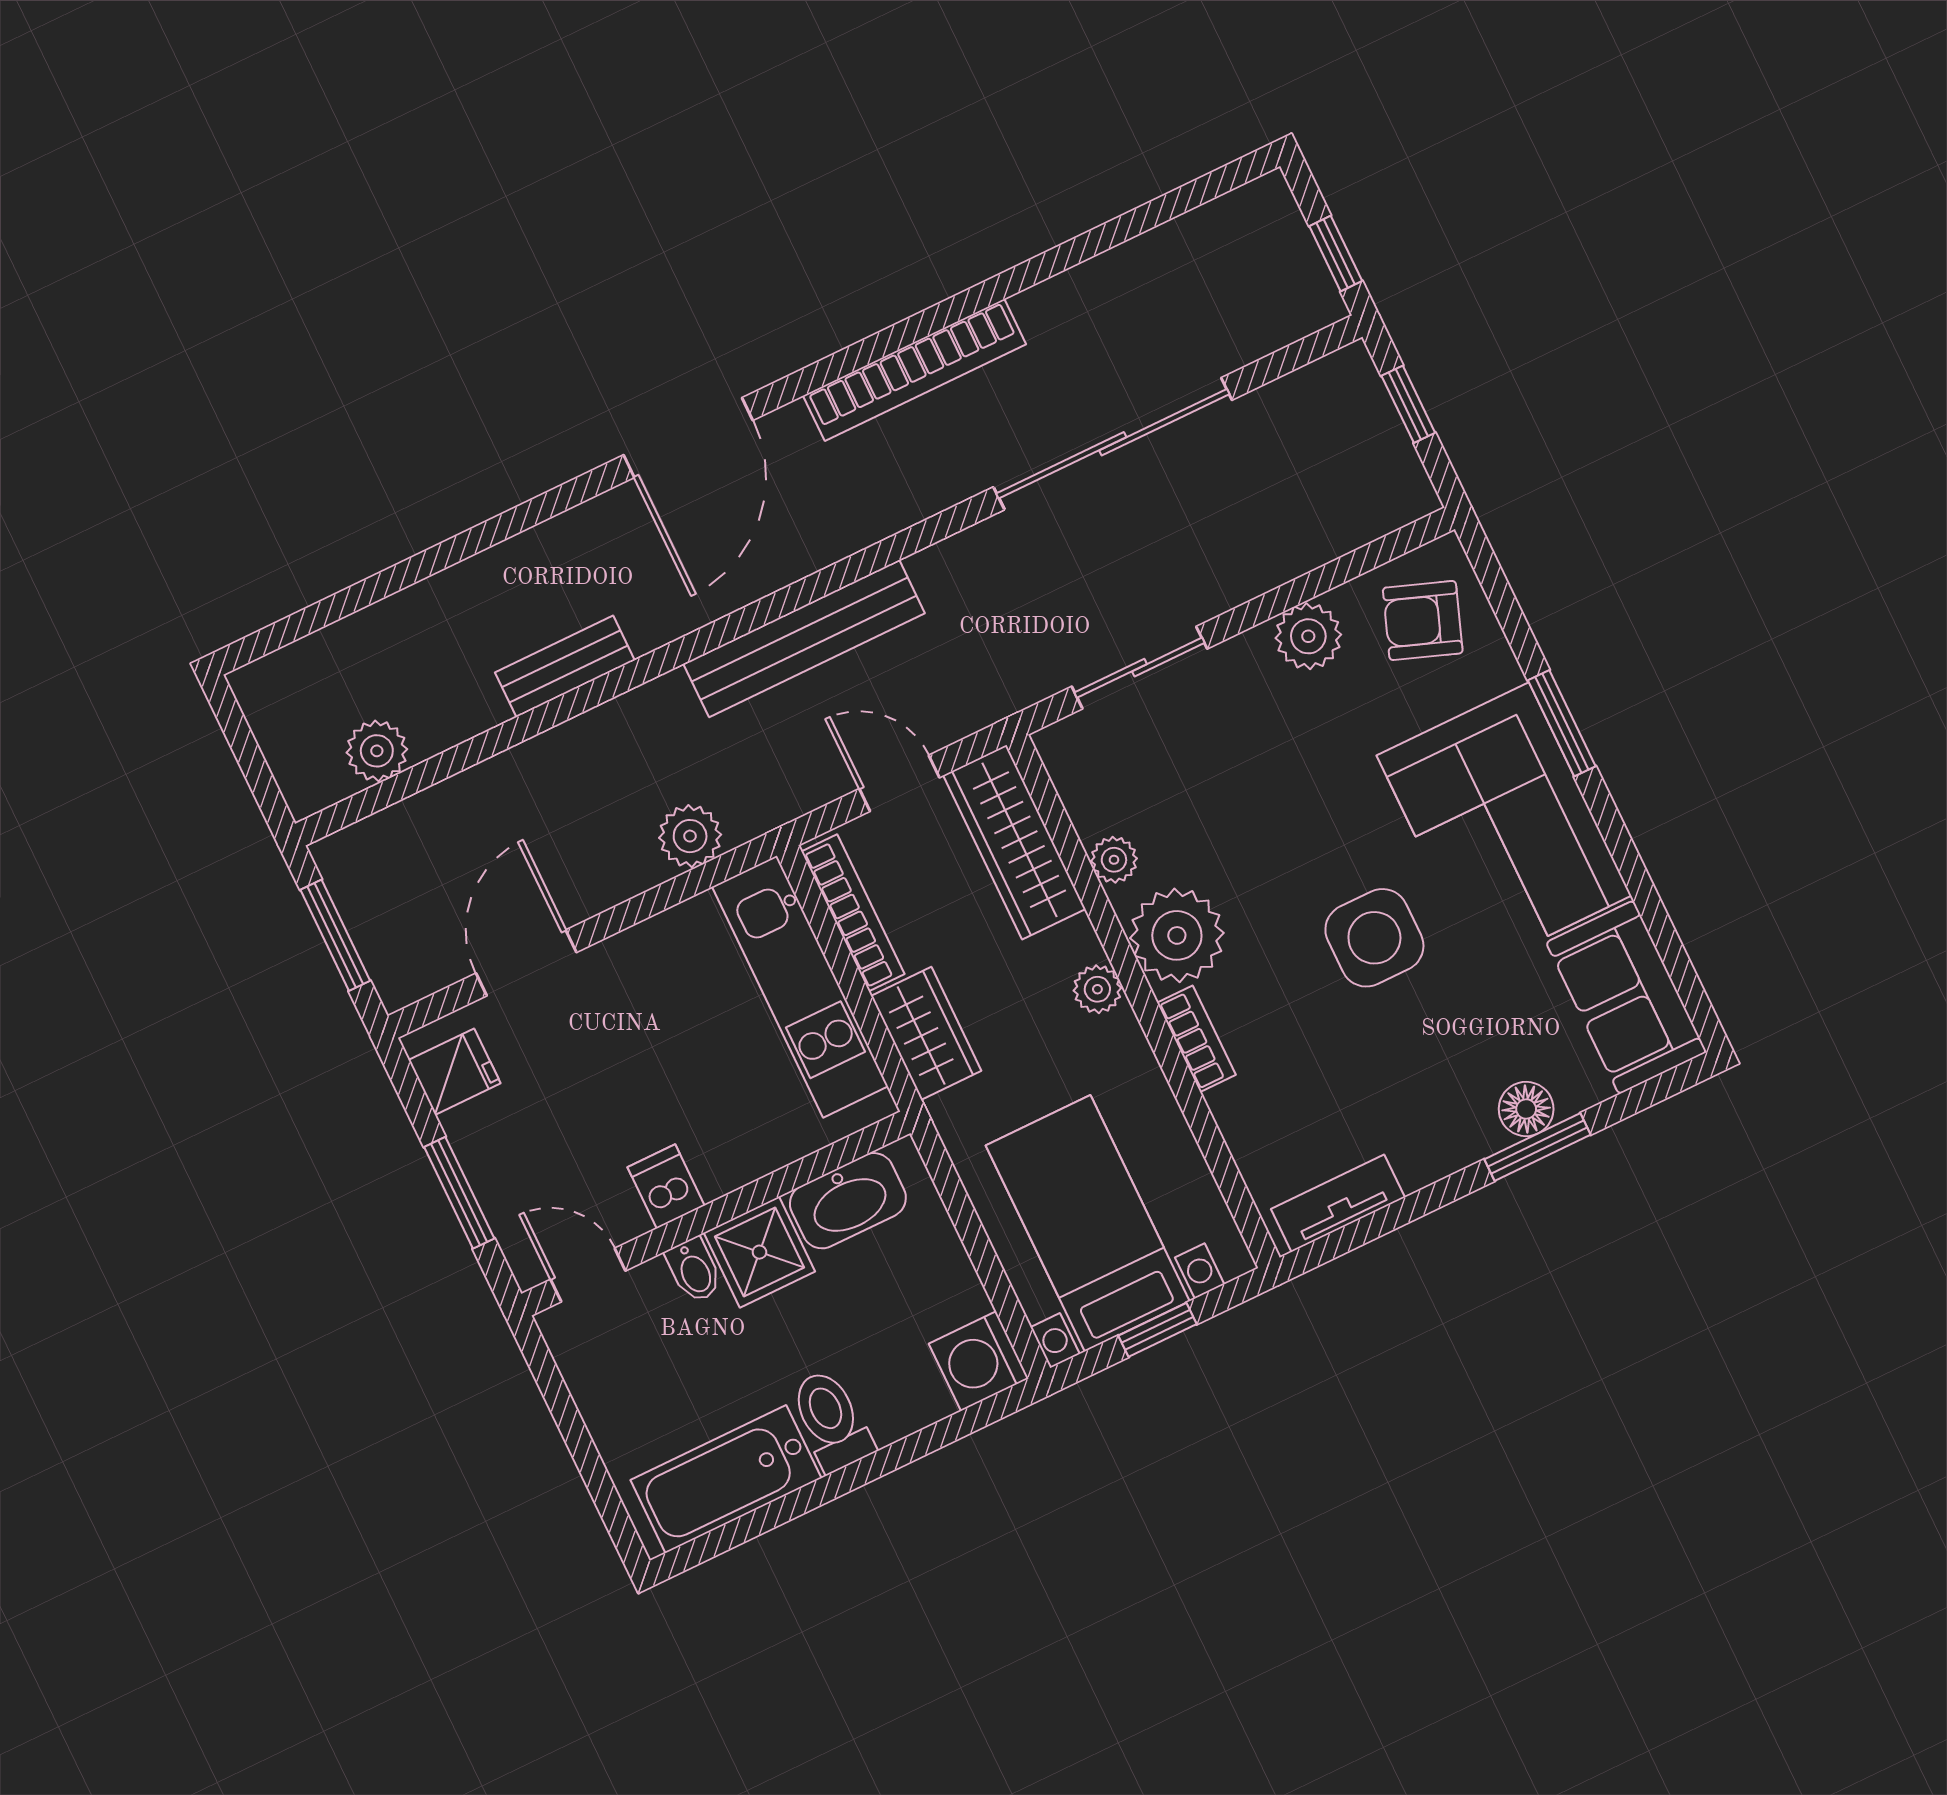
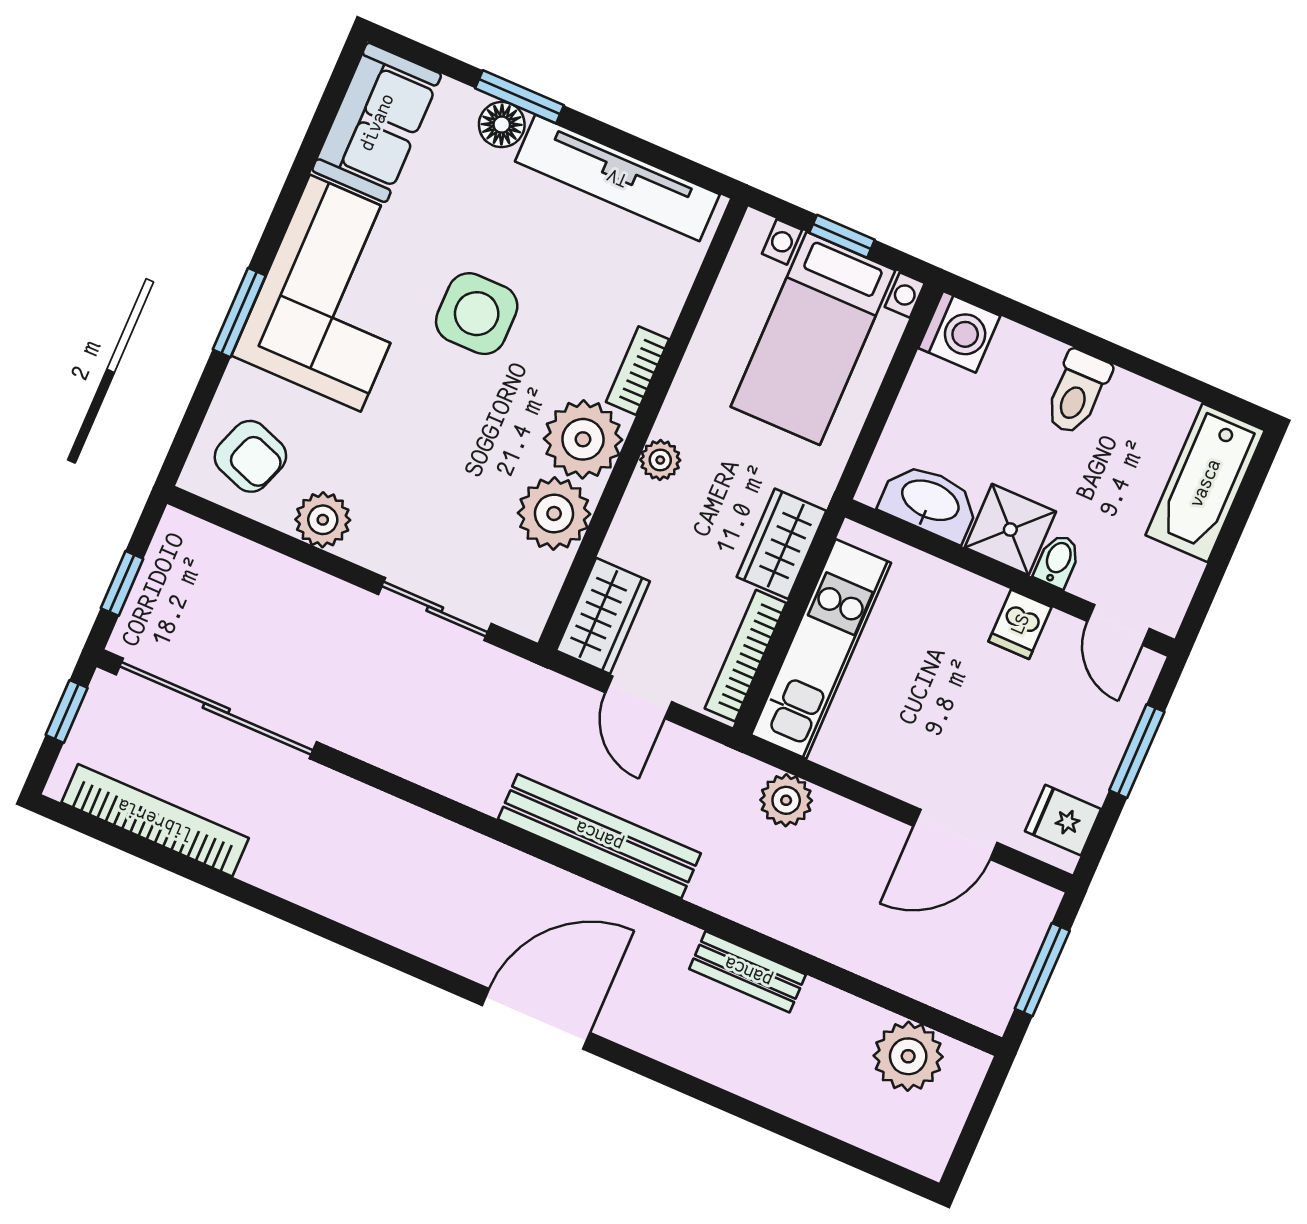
bookcase: (915, 370) -> (155, 820), moved
sliding door: (1113, 444) -> (216, 708), moved
plant: (377, 751) -> (908, 1056), width x1.36, depth x1.36
wardrobe: (1014, 842) -> (603, 616), width x0.67
plant: (1114, 860) -> (554, 514), width x1.88, depth x1.88
tv unit: (1338, 1203) -> (617, 178), width x1.92, depth x1.29
bathtub: (726, 1479) -> (1205, 483), moved, turned 90

